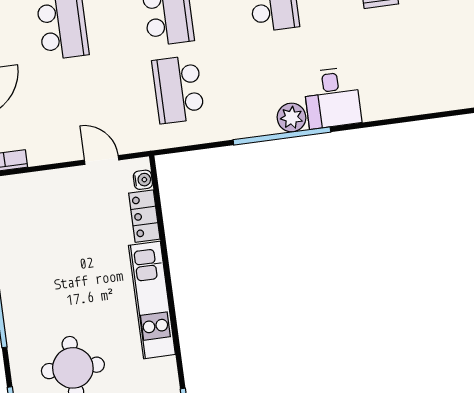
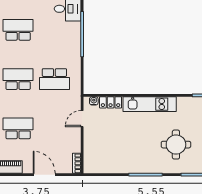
plant: (291, 117) -> (74, 29), removed

